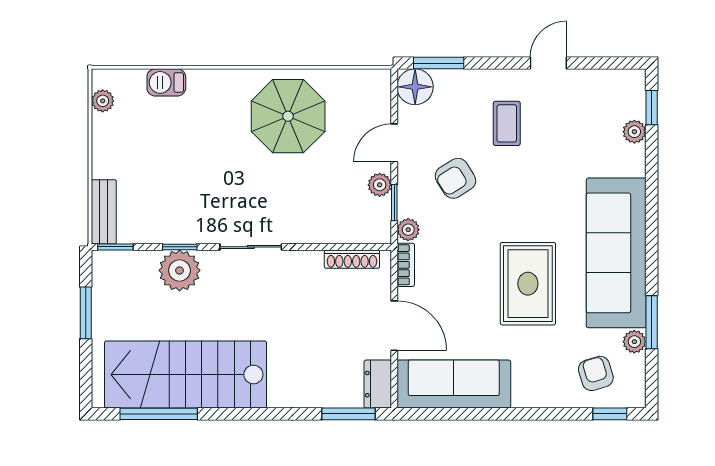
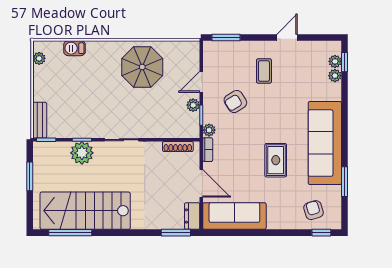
floor lamp: (415, 87) -> (213, 51), removed
rug: (528, 284) -> (276, 160), width x0.73, depth x0.70
plant: (634, 342) -> (335, 61), moved

